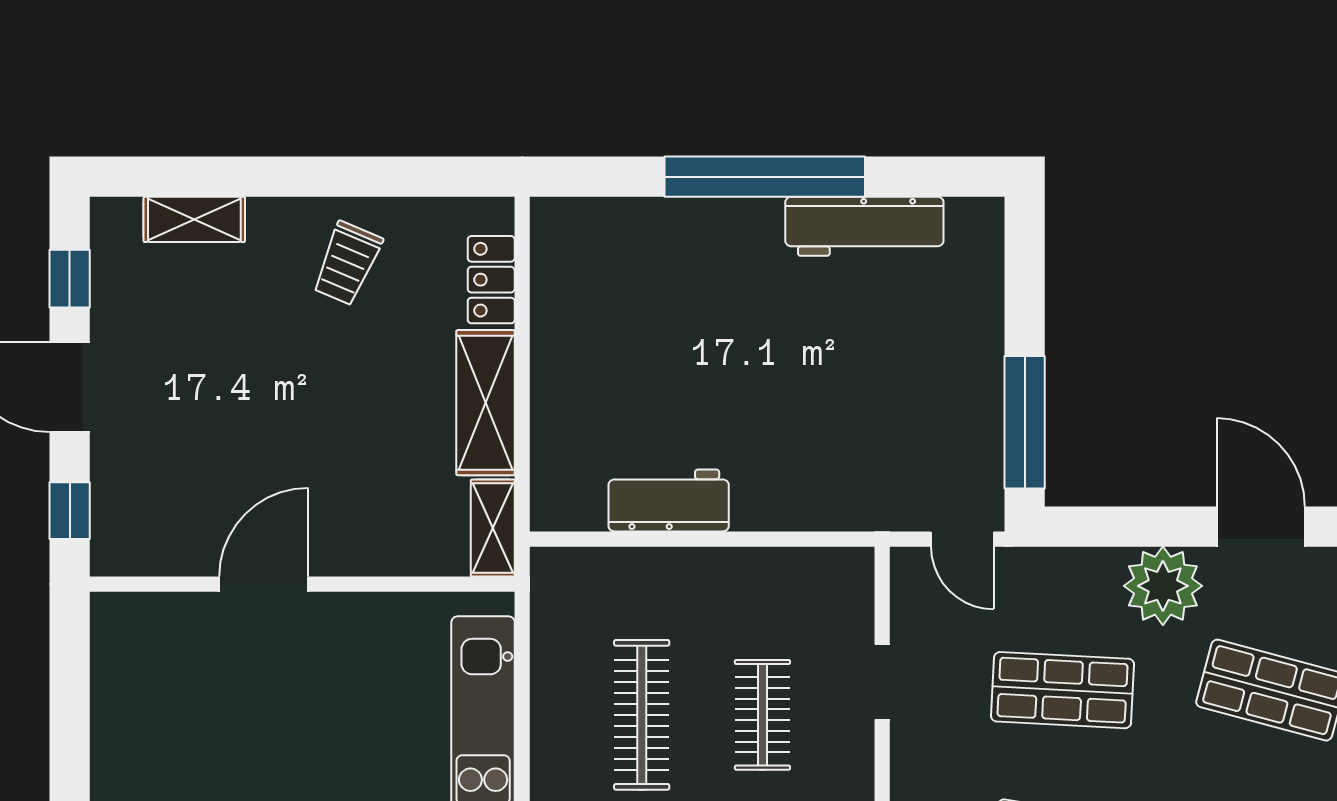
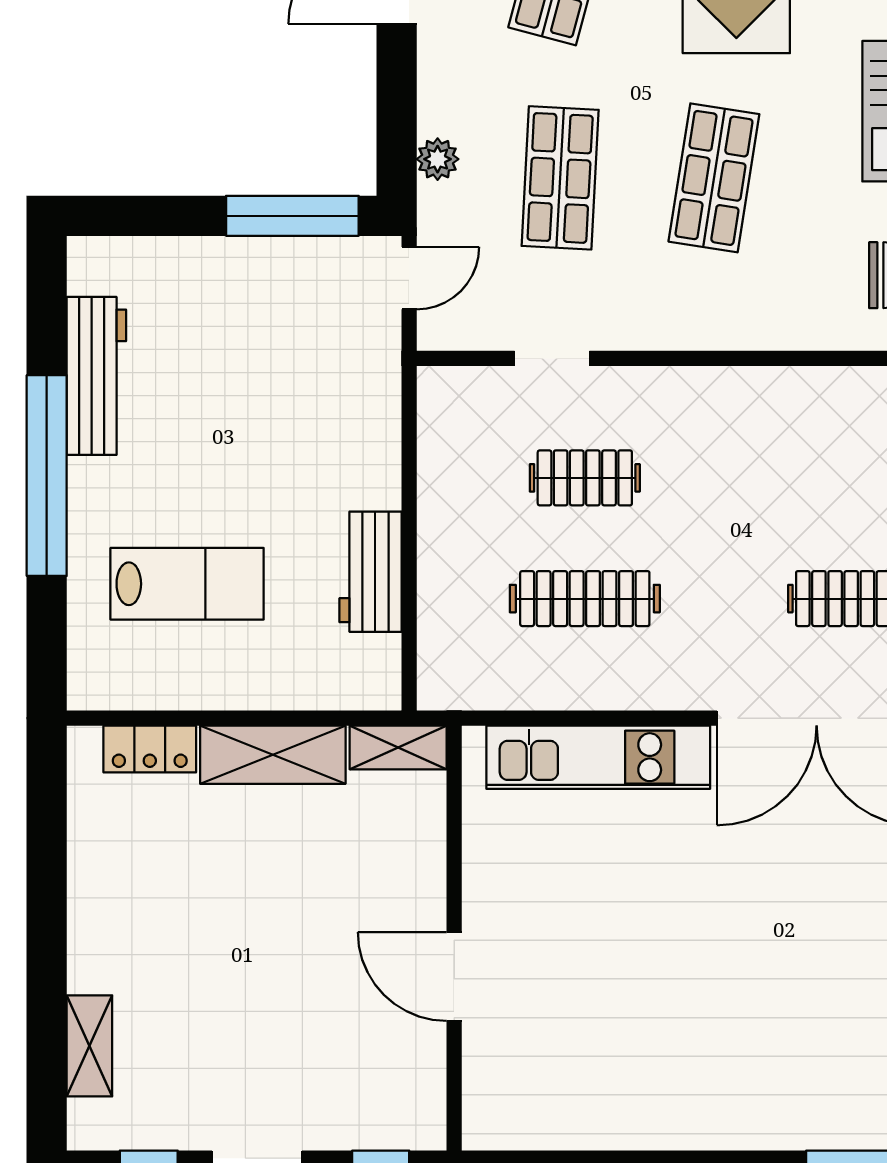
trolley: (347, 263) -> (133, 893), removed
lab bench: (657, 317) -> (187, 584), added
plant: (1163, 586) -> (438, 159), moved, width x0.53, depth x0.53

